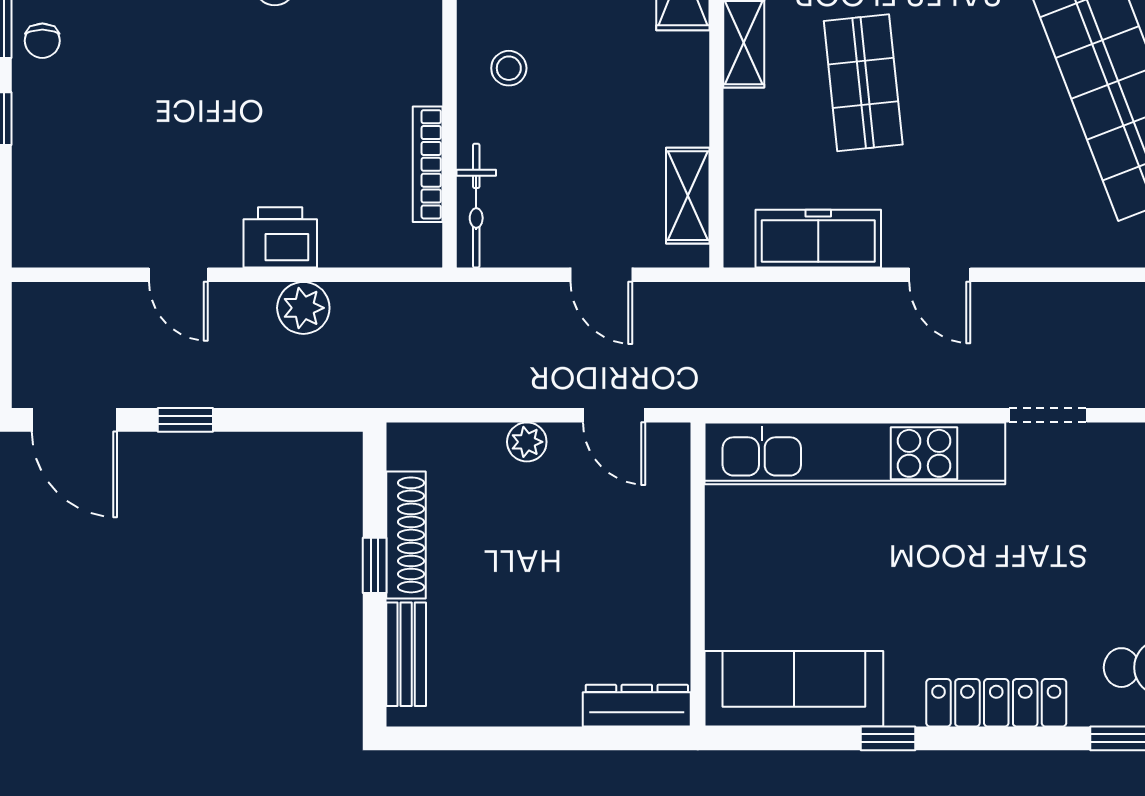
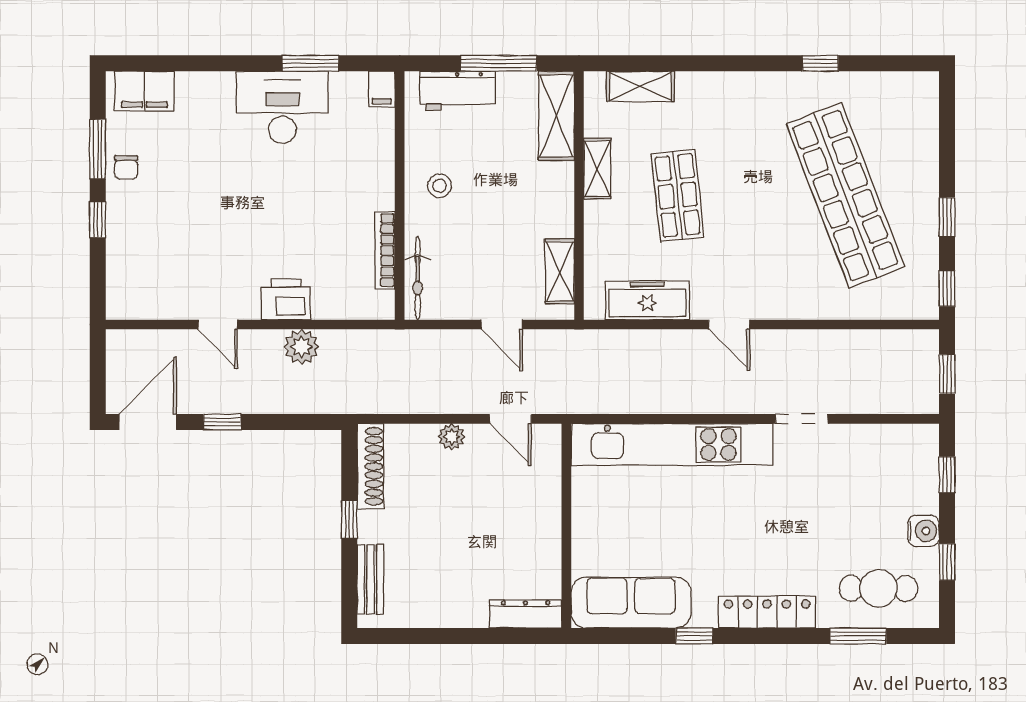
door: (74, 420) -> (148, 422), swing flipped
shoe rack: (406, 535) -> (370, 466), moved

